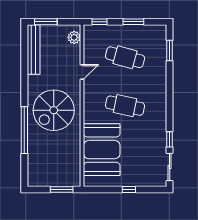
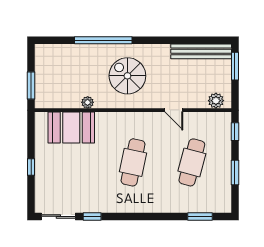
spiral stairs: (54, 110) -> (127, 76), width x0.73, depth x0.73
plant: (76, 143) -> (88, 102), added
booth: (102, 150) -> (71, 128), width x0.73, depth x0.70

